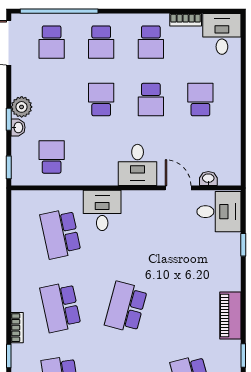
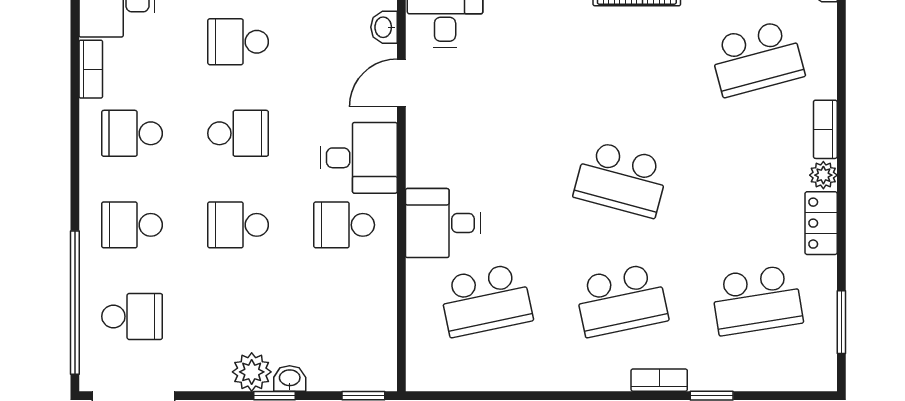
school desk: (101, 42) -> (132, 225), turned 180
school desk: (151, 42) -> (132, 133), turned 180
school desk: (52, 157) -> (344, 225), moved

